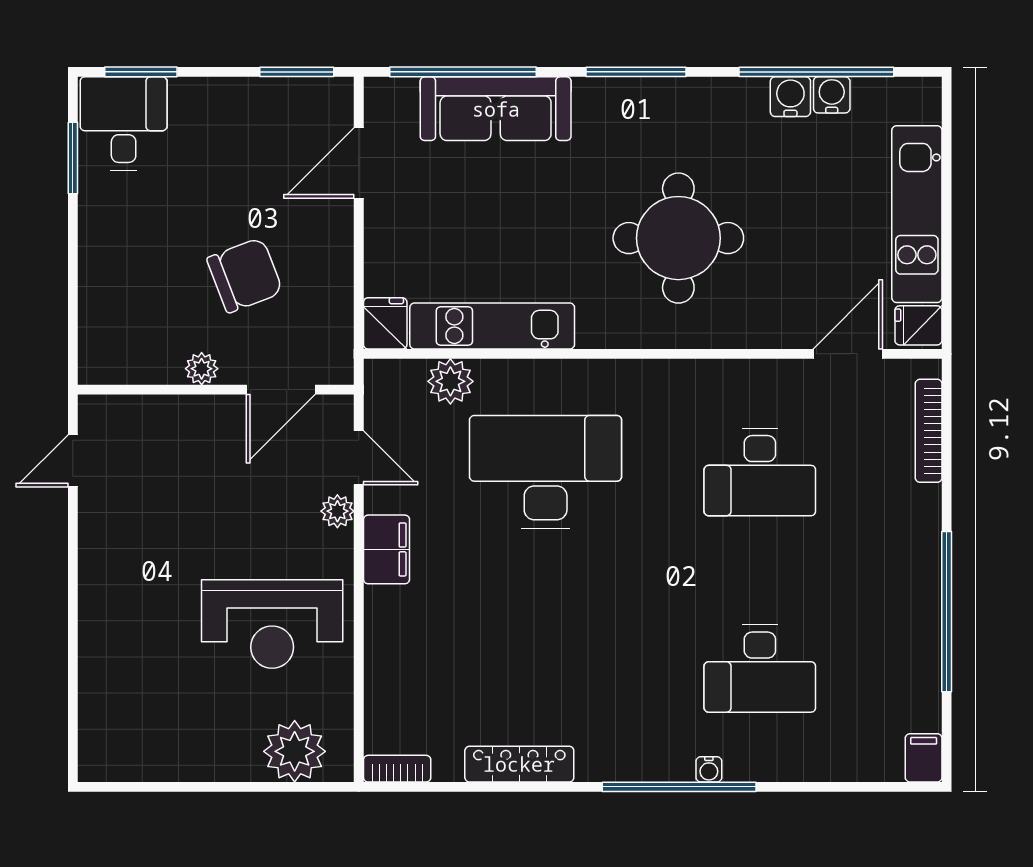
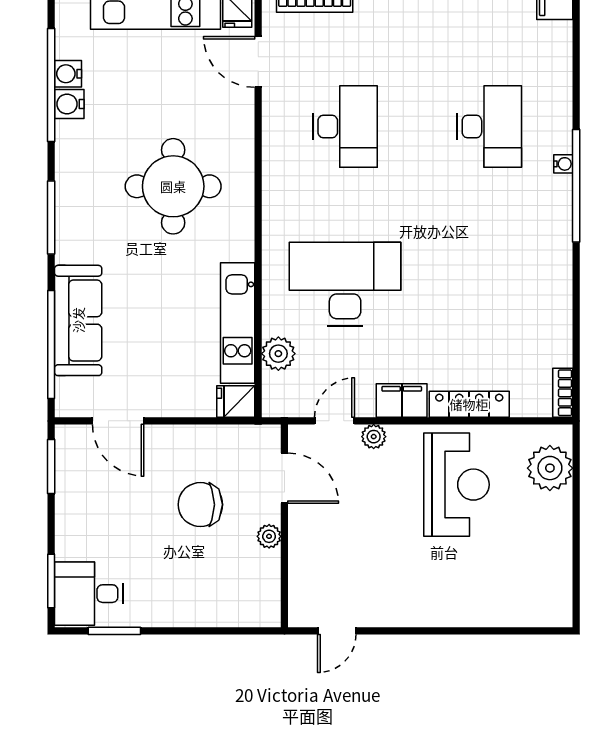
chair: (245, 275) -> (200, 505), turned -69
door: (73, 461) -> (337, 631), hinge flipped
desk: (546, 472) -> (345, 284), turned 90
locker: (519, 764) -> (469, 404), moved, turned 90

